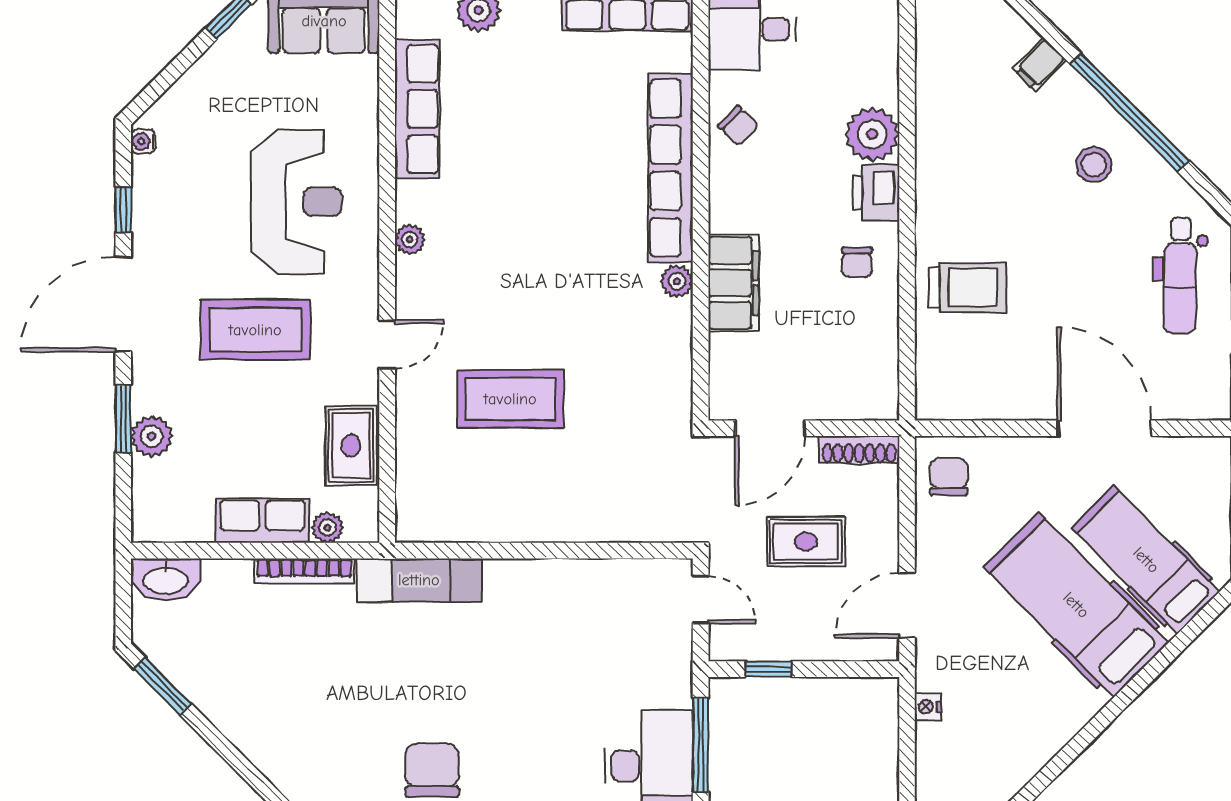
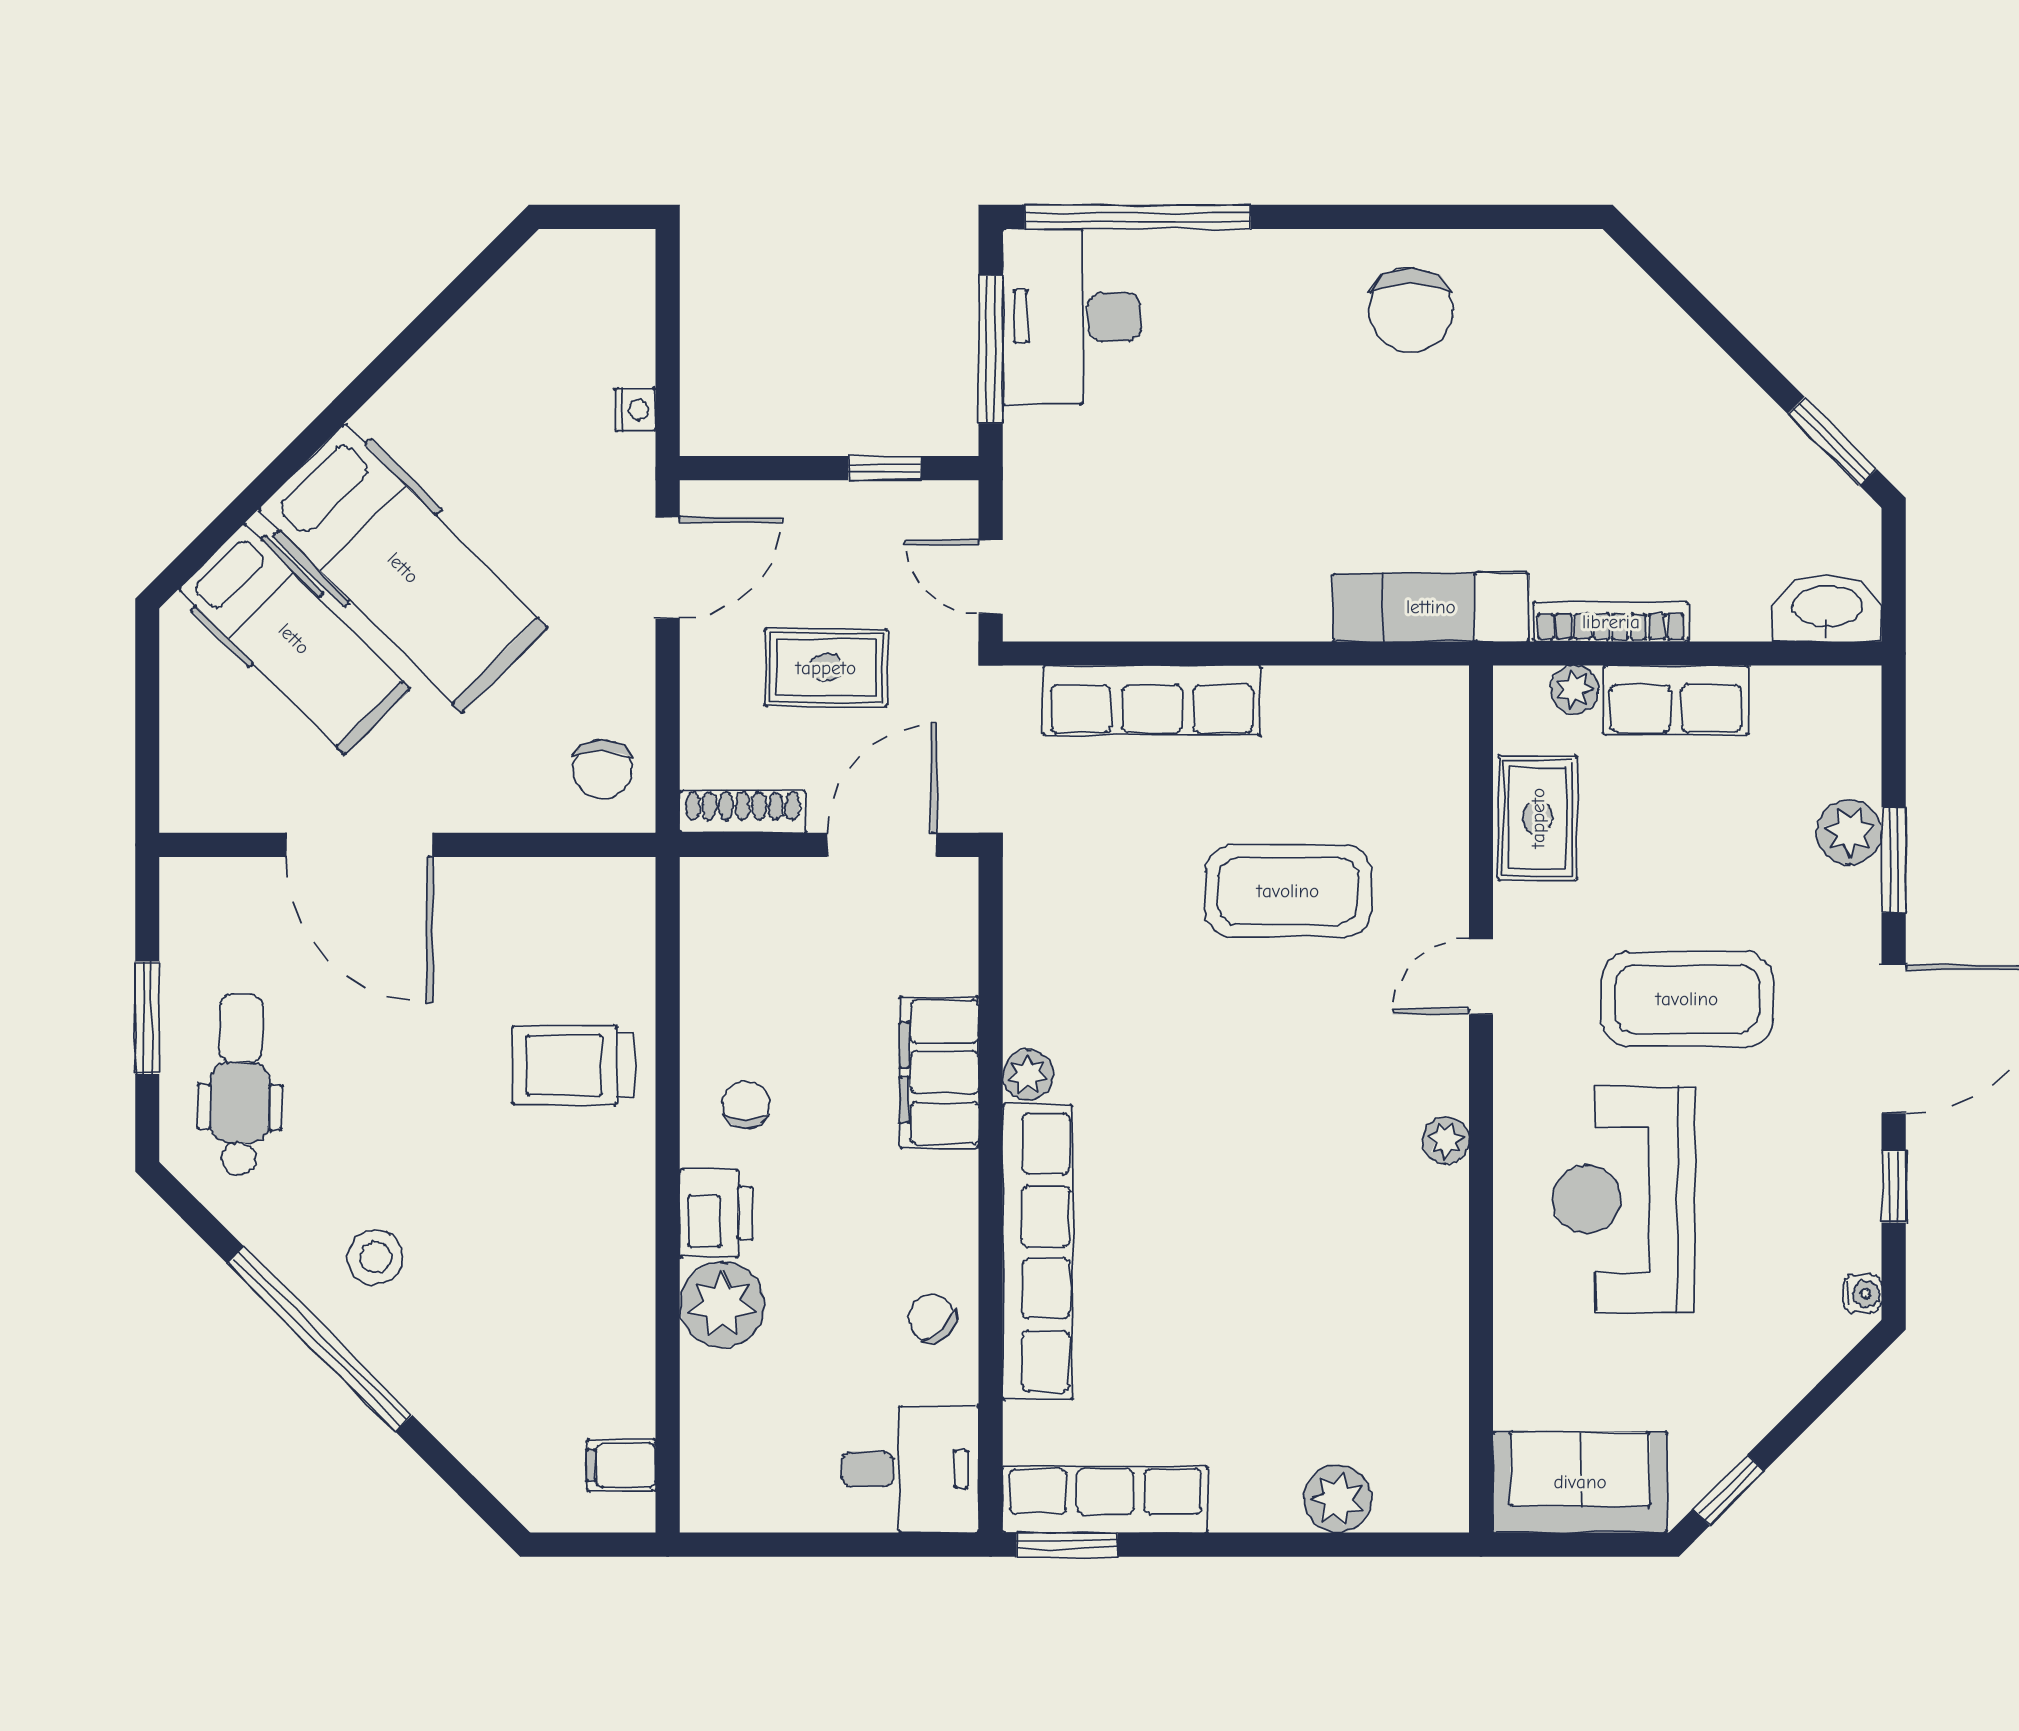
filing cabinet: (1040, 64) -> (621, 1465), moved, turned -135
row of seats: (417, 109) -> (1152, 701), moved, turned -90

